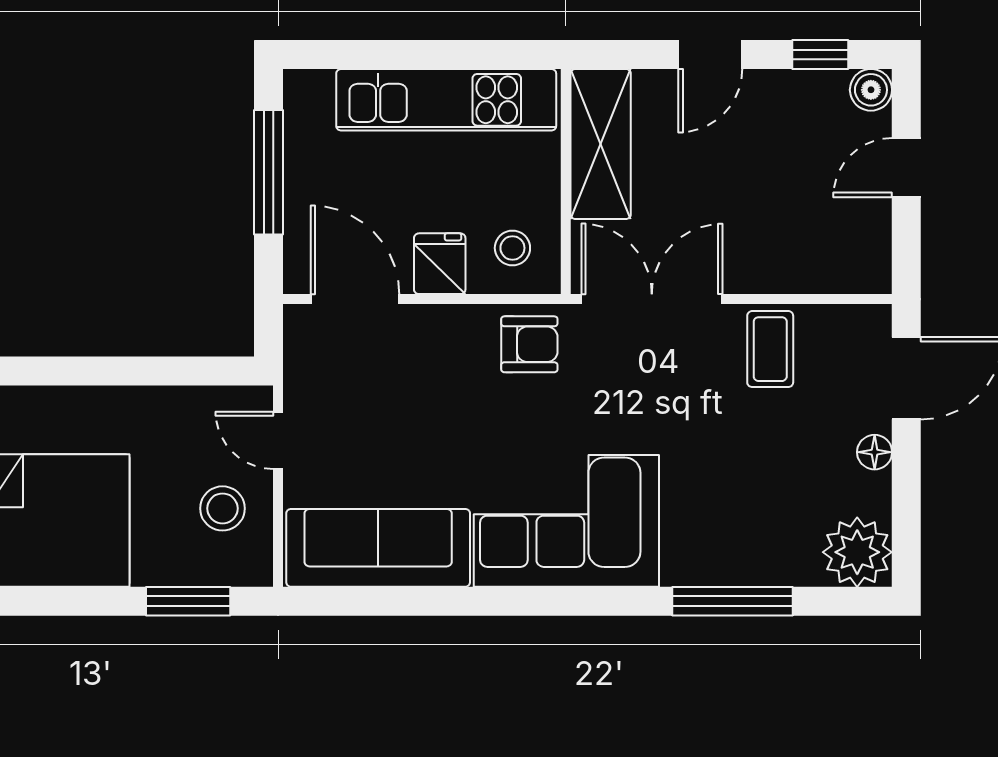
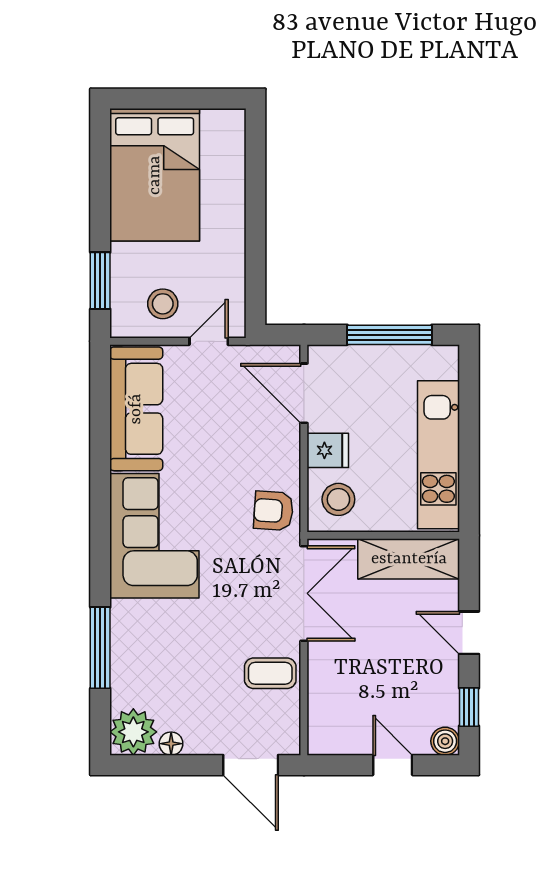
stool: (512, 248) -> (338, 499), width x1.37, depth x1.37
door: (355, 299) -> (304, 393), swing flipped
armchair: (529, 344) -> (273, 511), turned 94
floor lamp: (875, 452) -> (171, 744), moved

